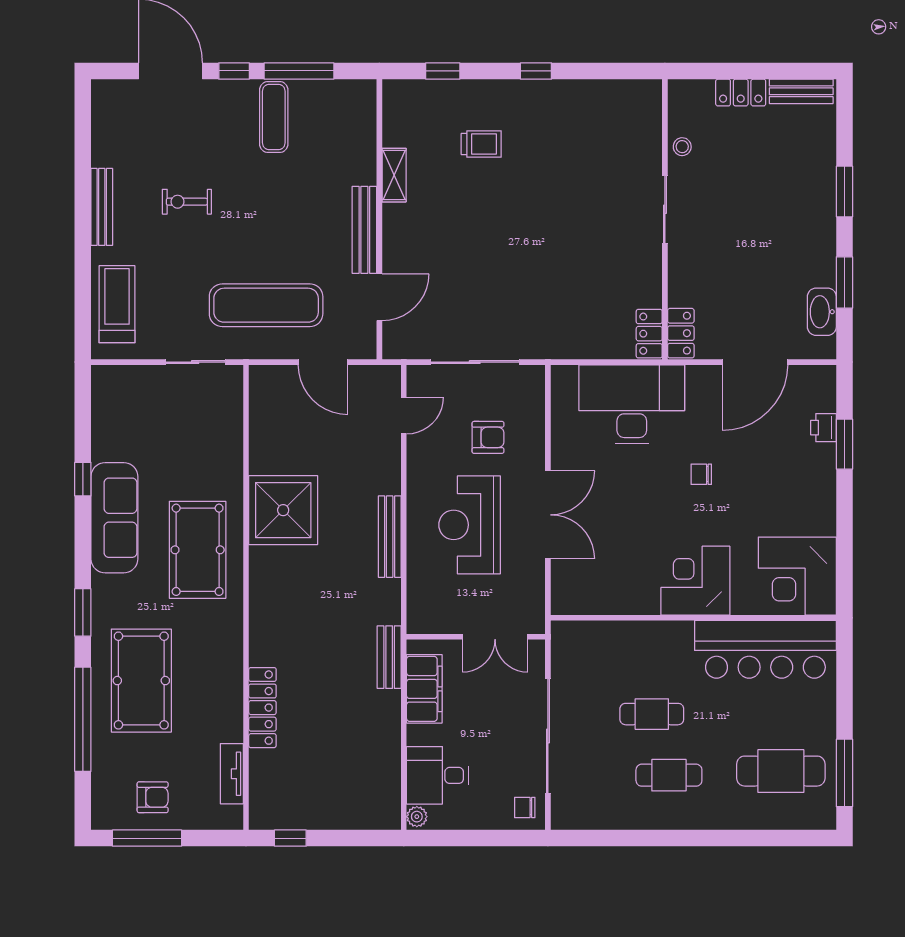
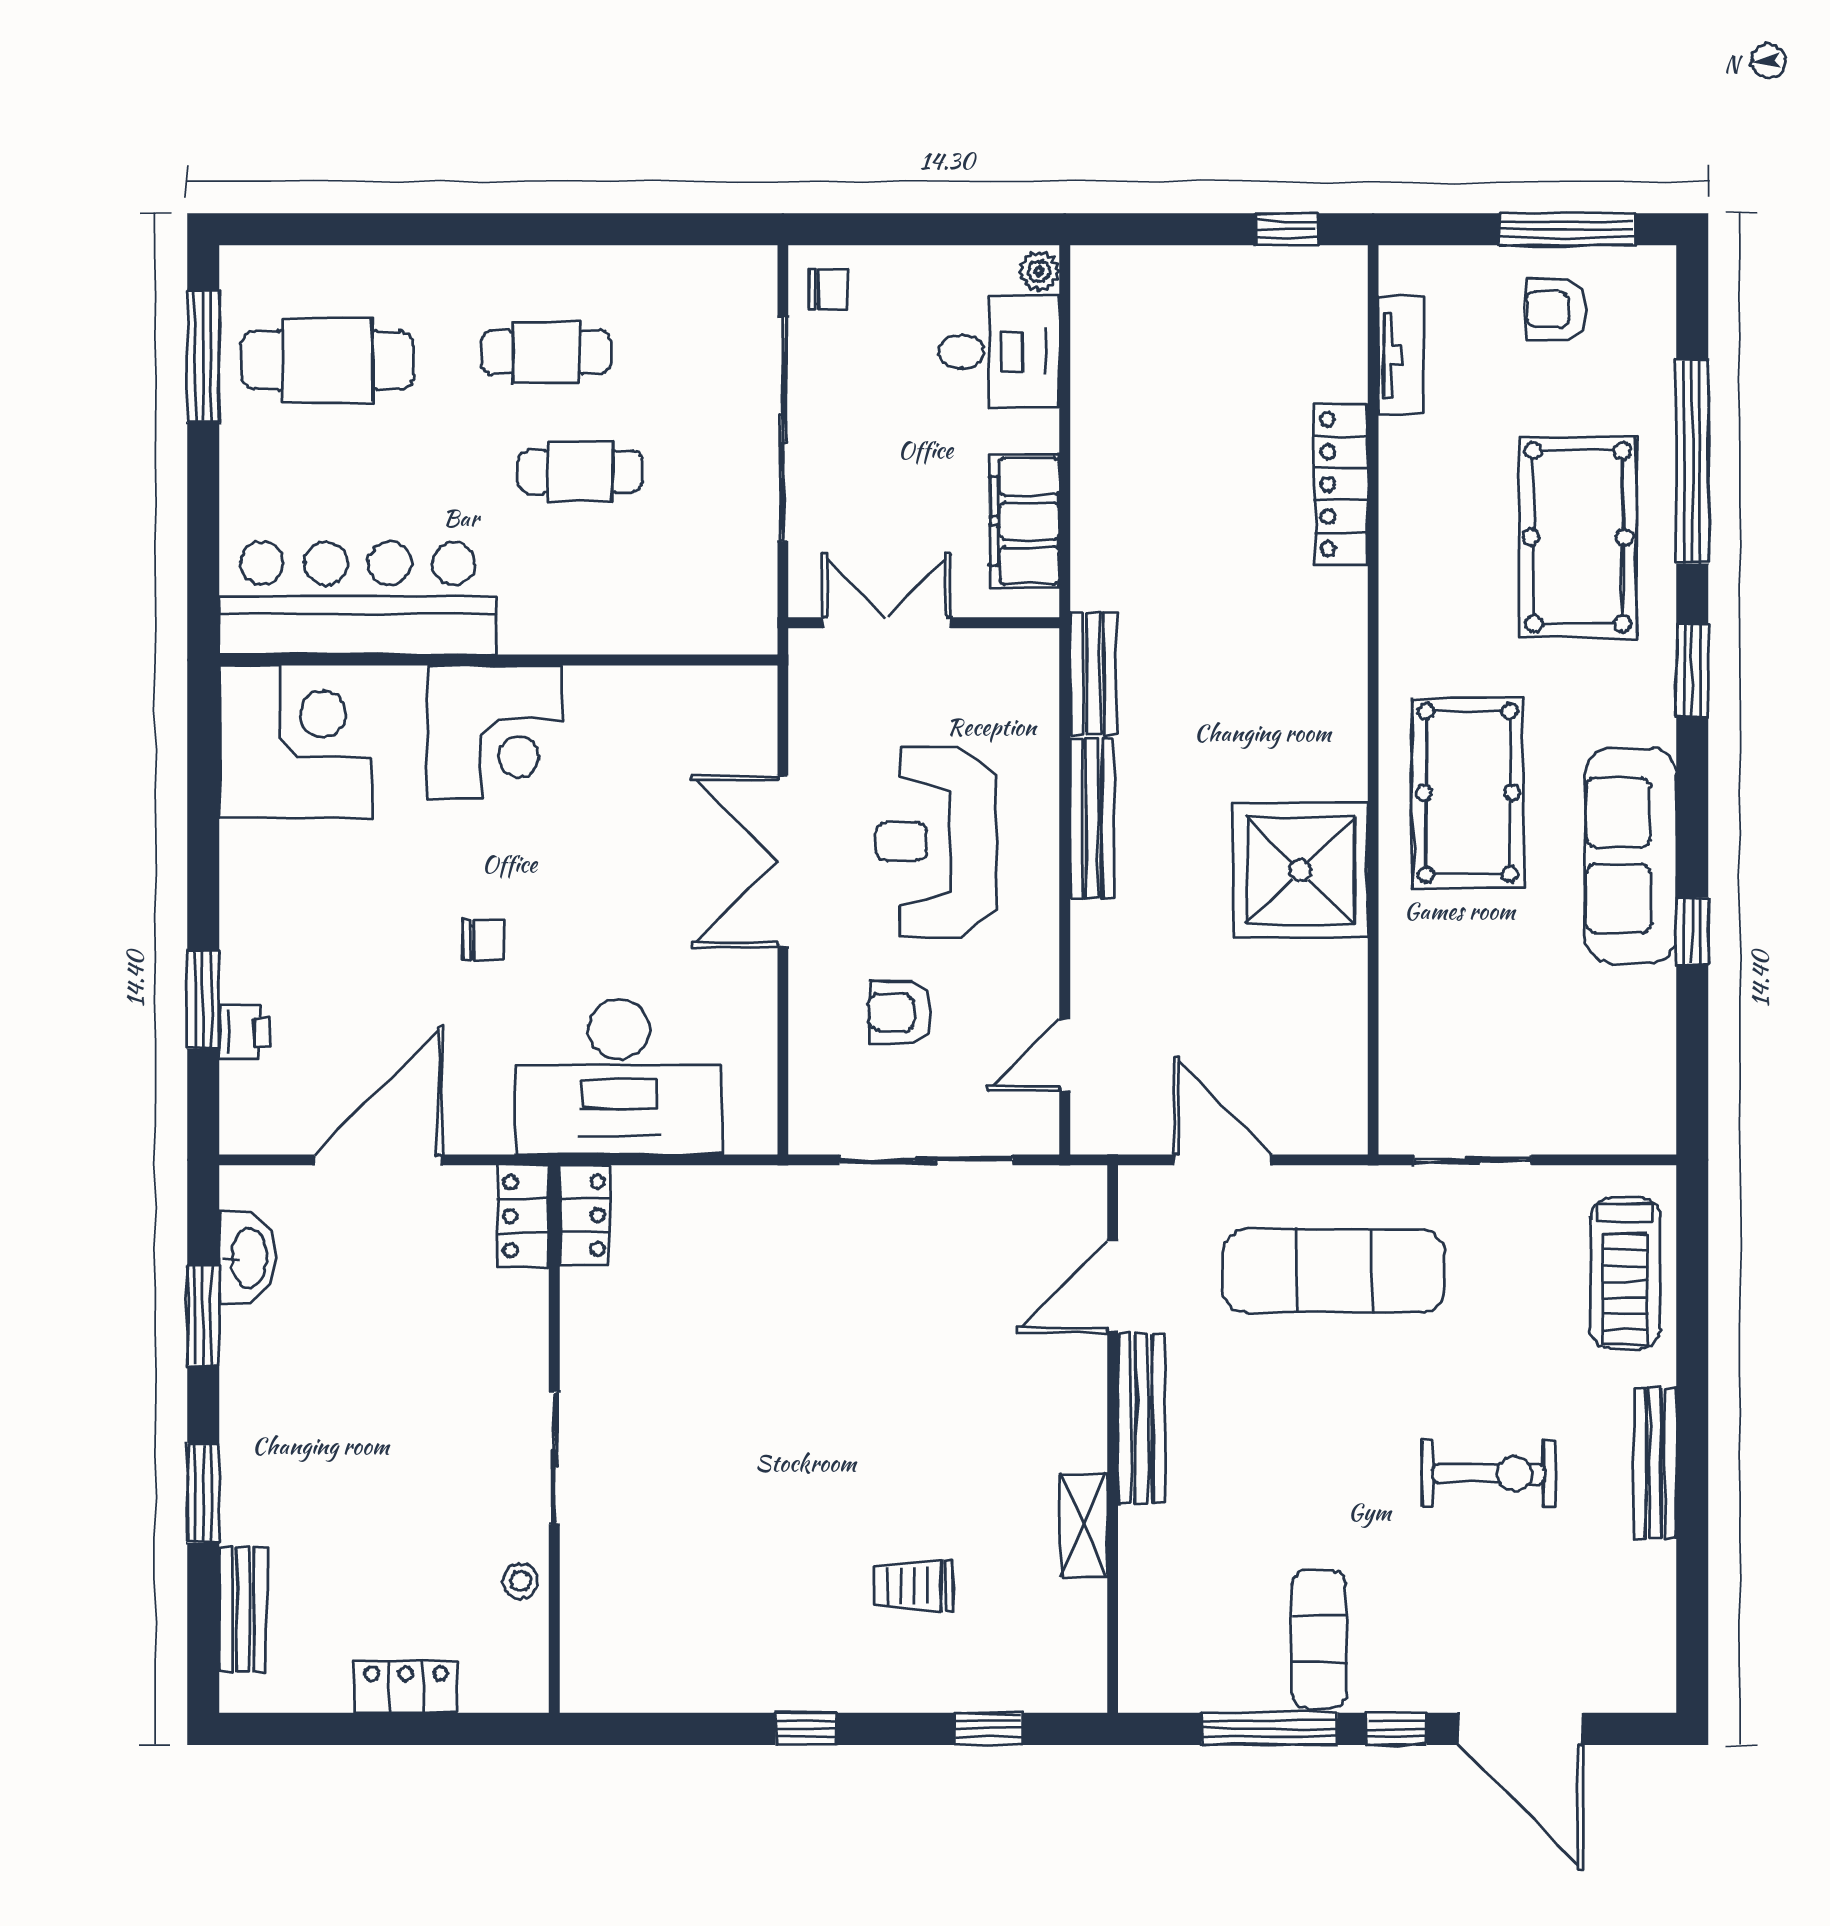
bench: (801, 91) -> (243, 1610), moved, turned 90
exercise bike: (187, 202) -> (1489, 1473), width x1.38, depth x1.39
reception desk: (470, 525) -> (936, 842), turned 180
bench: (389, 657) -> (1093, 673), moved

